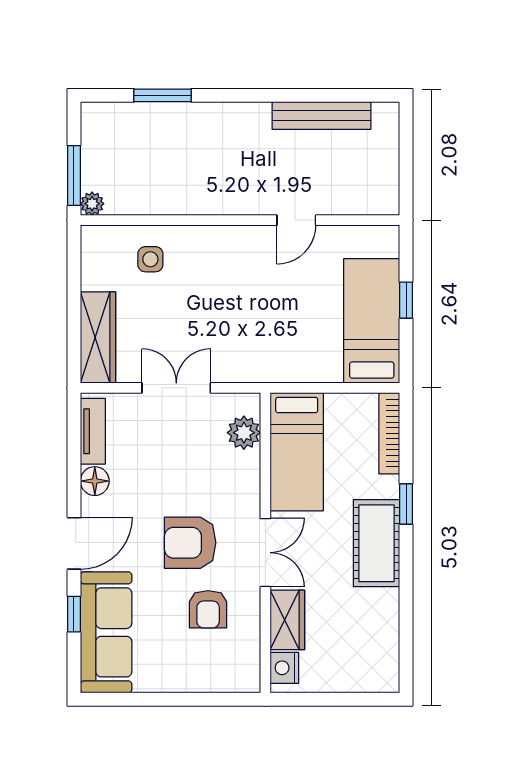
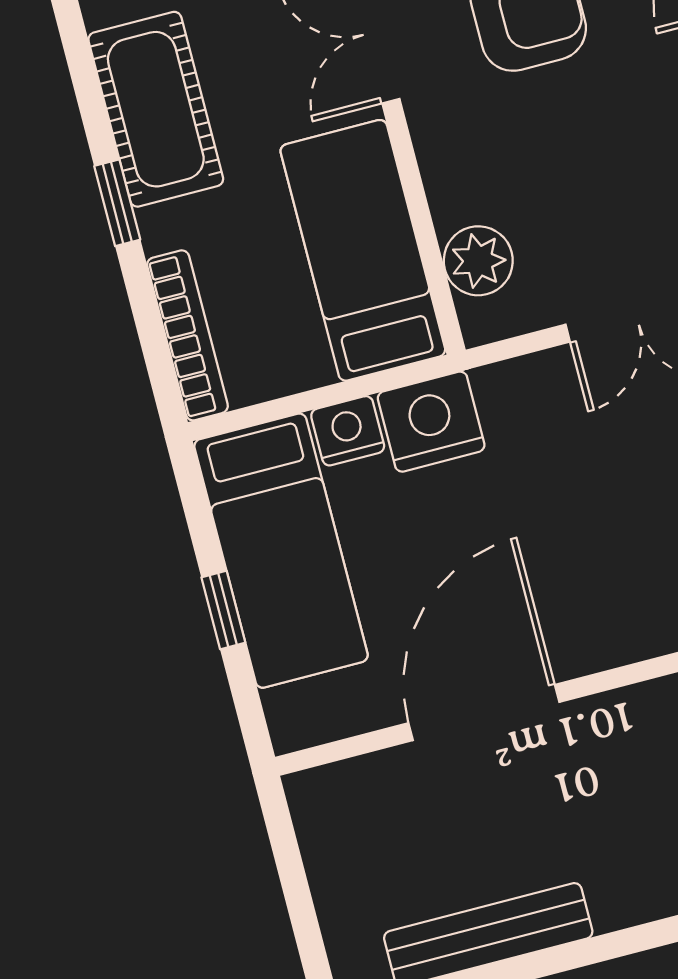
door: (296, 220) -> (484, 712), width x1.87
nightstand: (286, 363) -> (431, 422), added
nightstand: (326, 369) -> (348, 431), added

